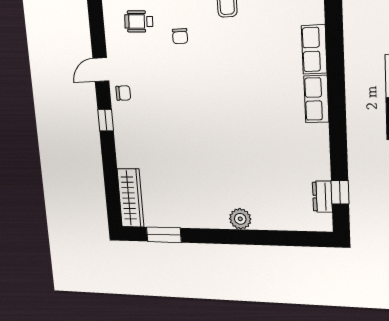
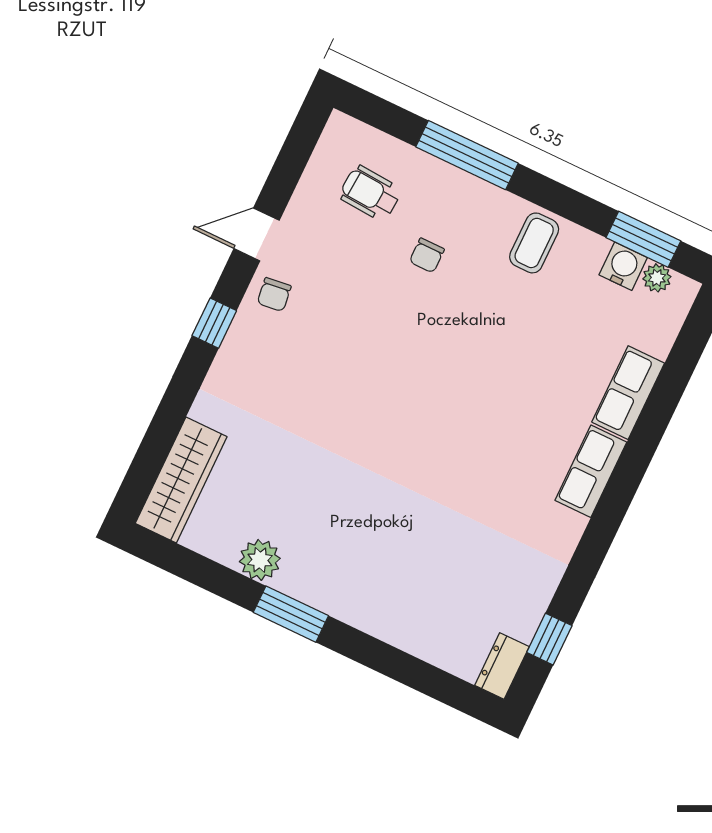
chair: (123, 93) -> (274, 295), turned 83
dresser: (322, 197) -> (502, 666), moved
plant: (240, 219) -> (260, 560), moved
window: (164, 235) -> (291, 614), moved

